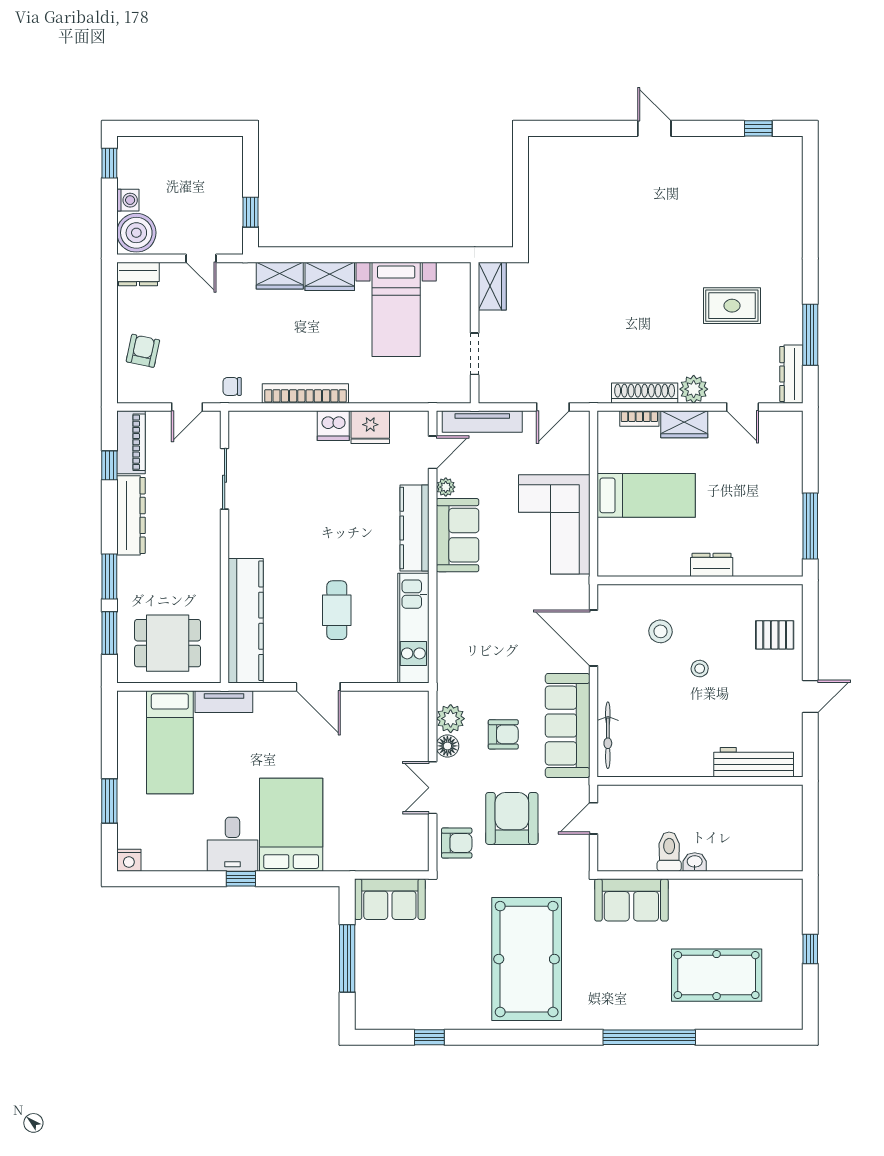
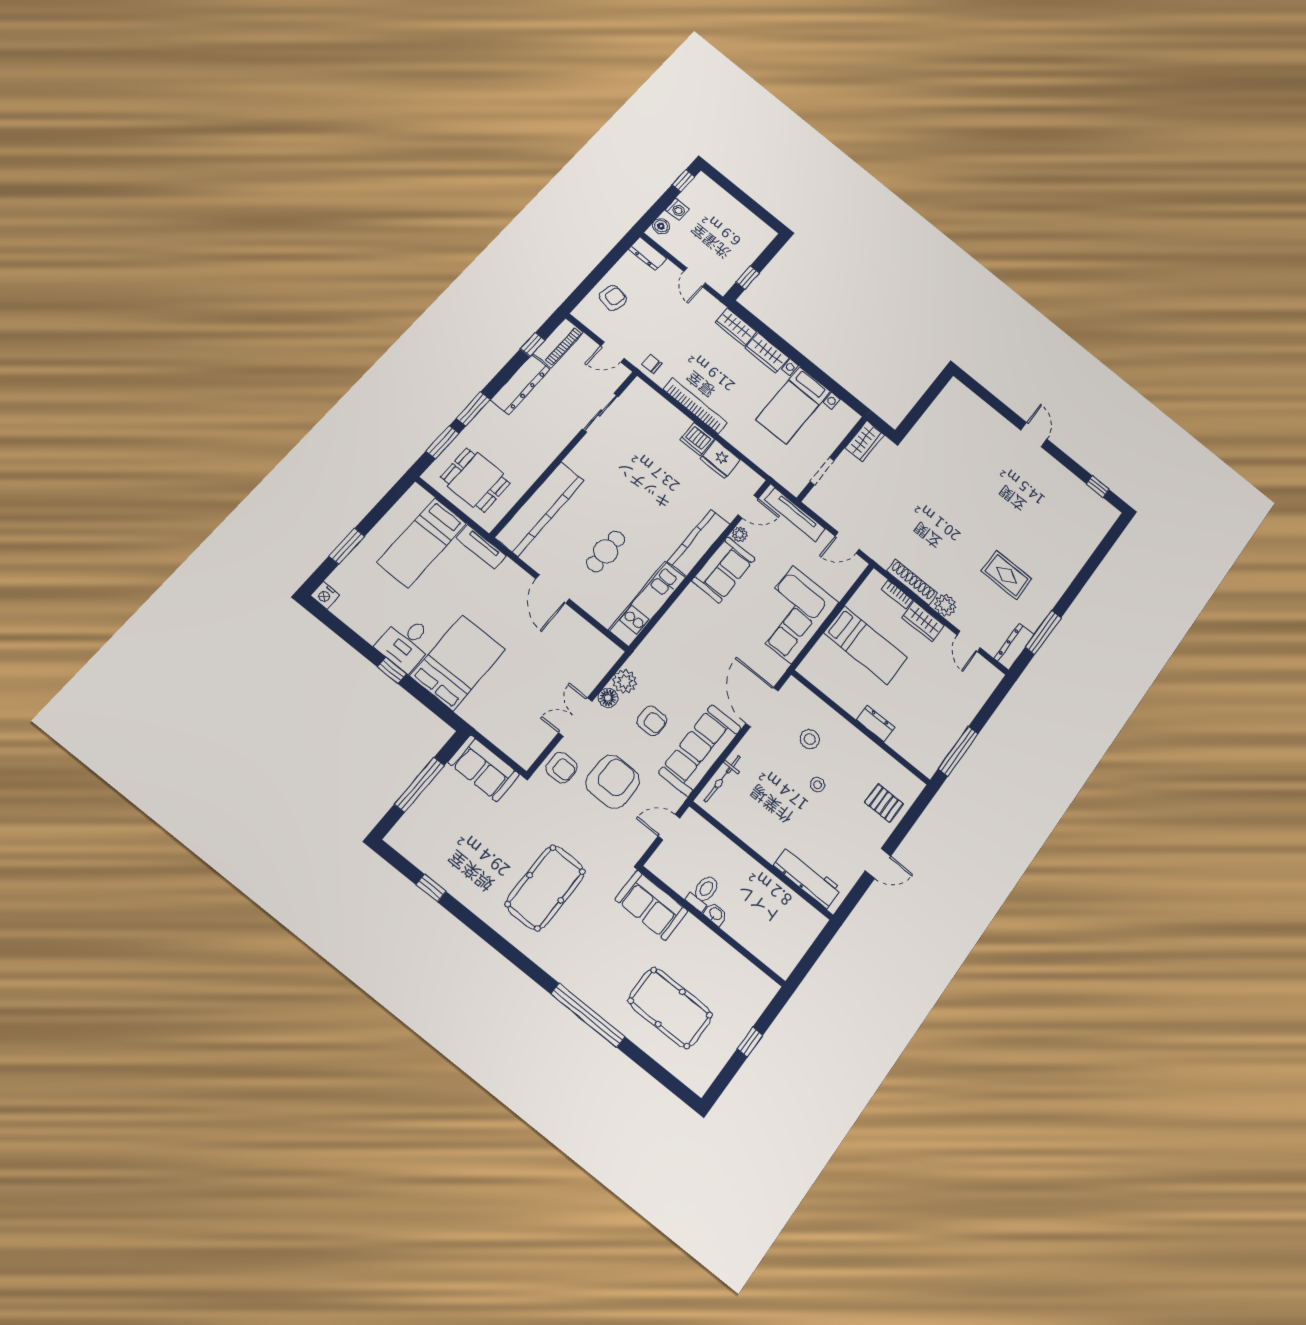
boiler: (136, 233) -> (661, 226), width x0.54, depth x0.54
pool table: (527, 959) -> (545, 888), width x0.73, depth x0.76

